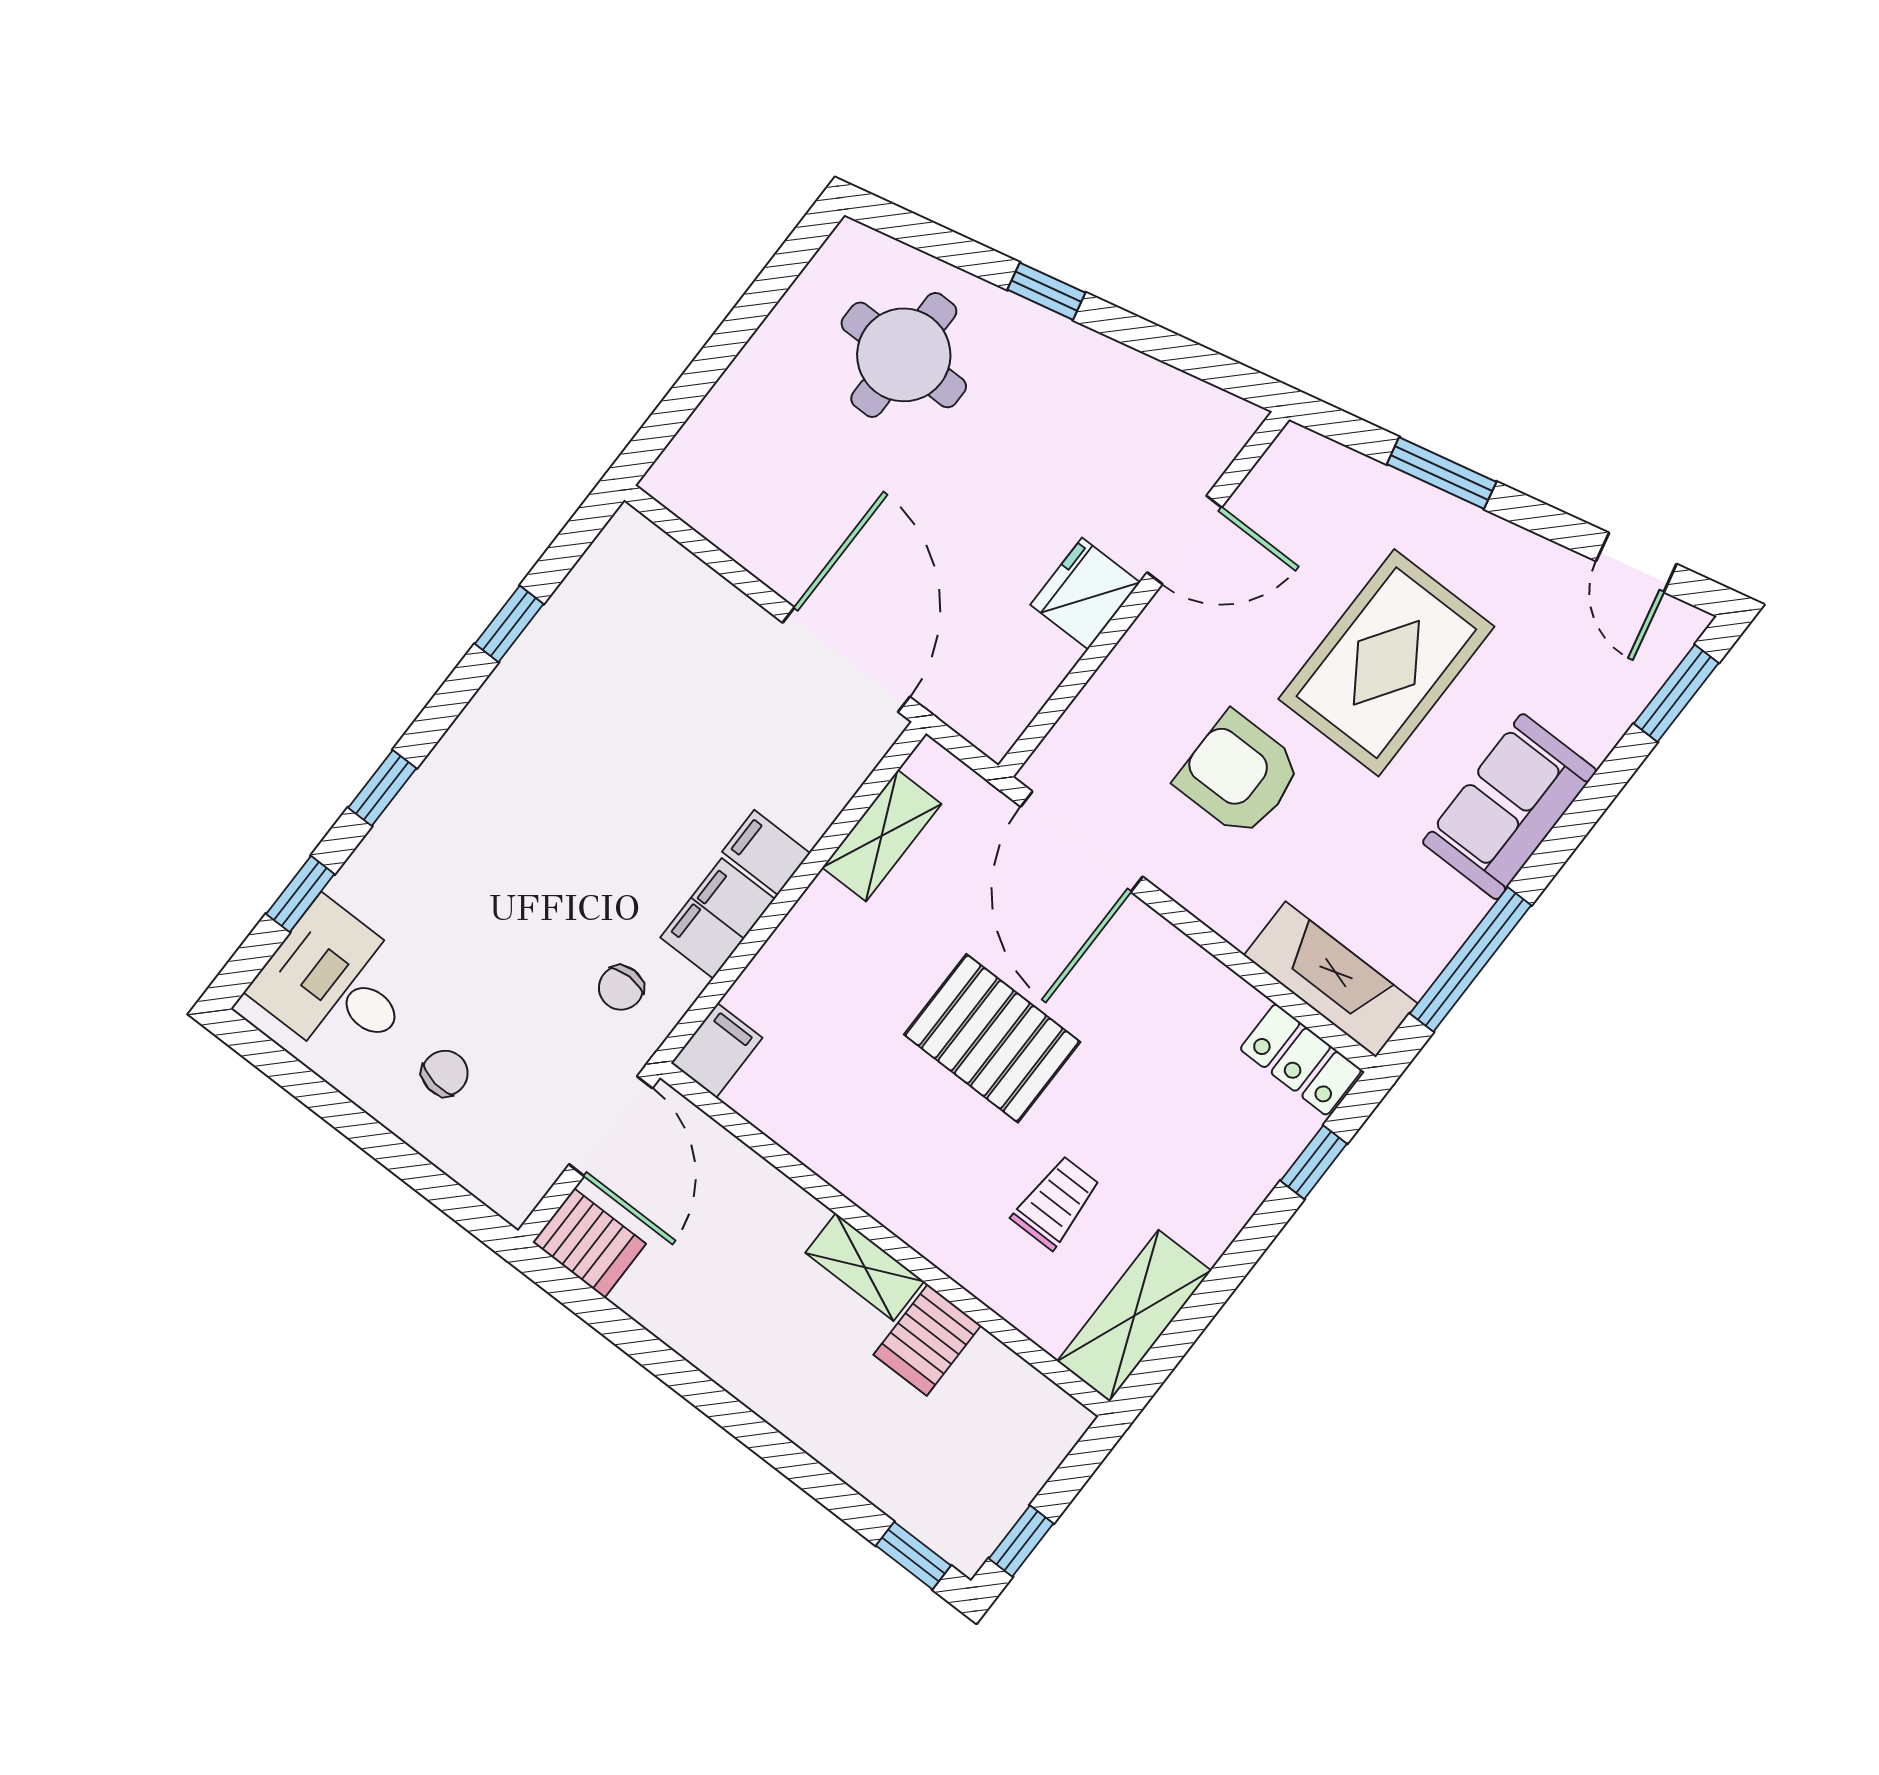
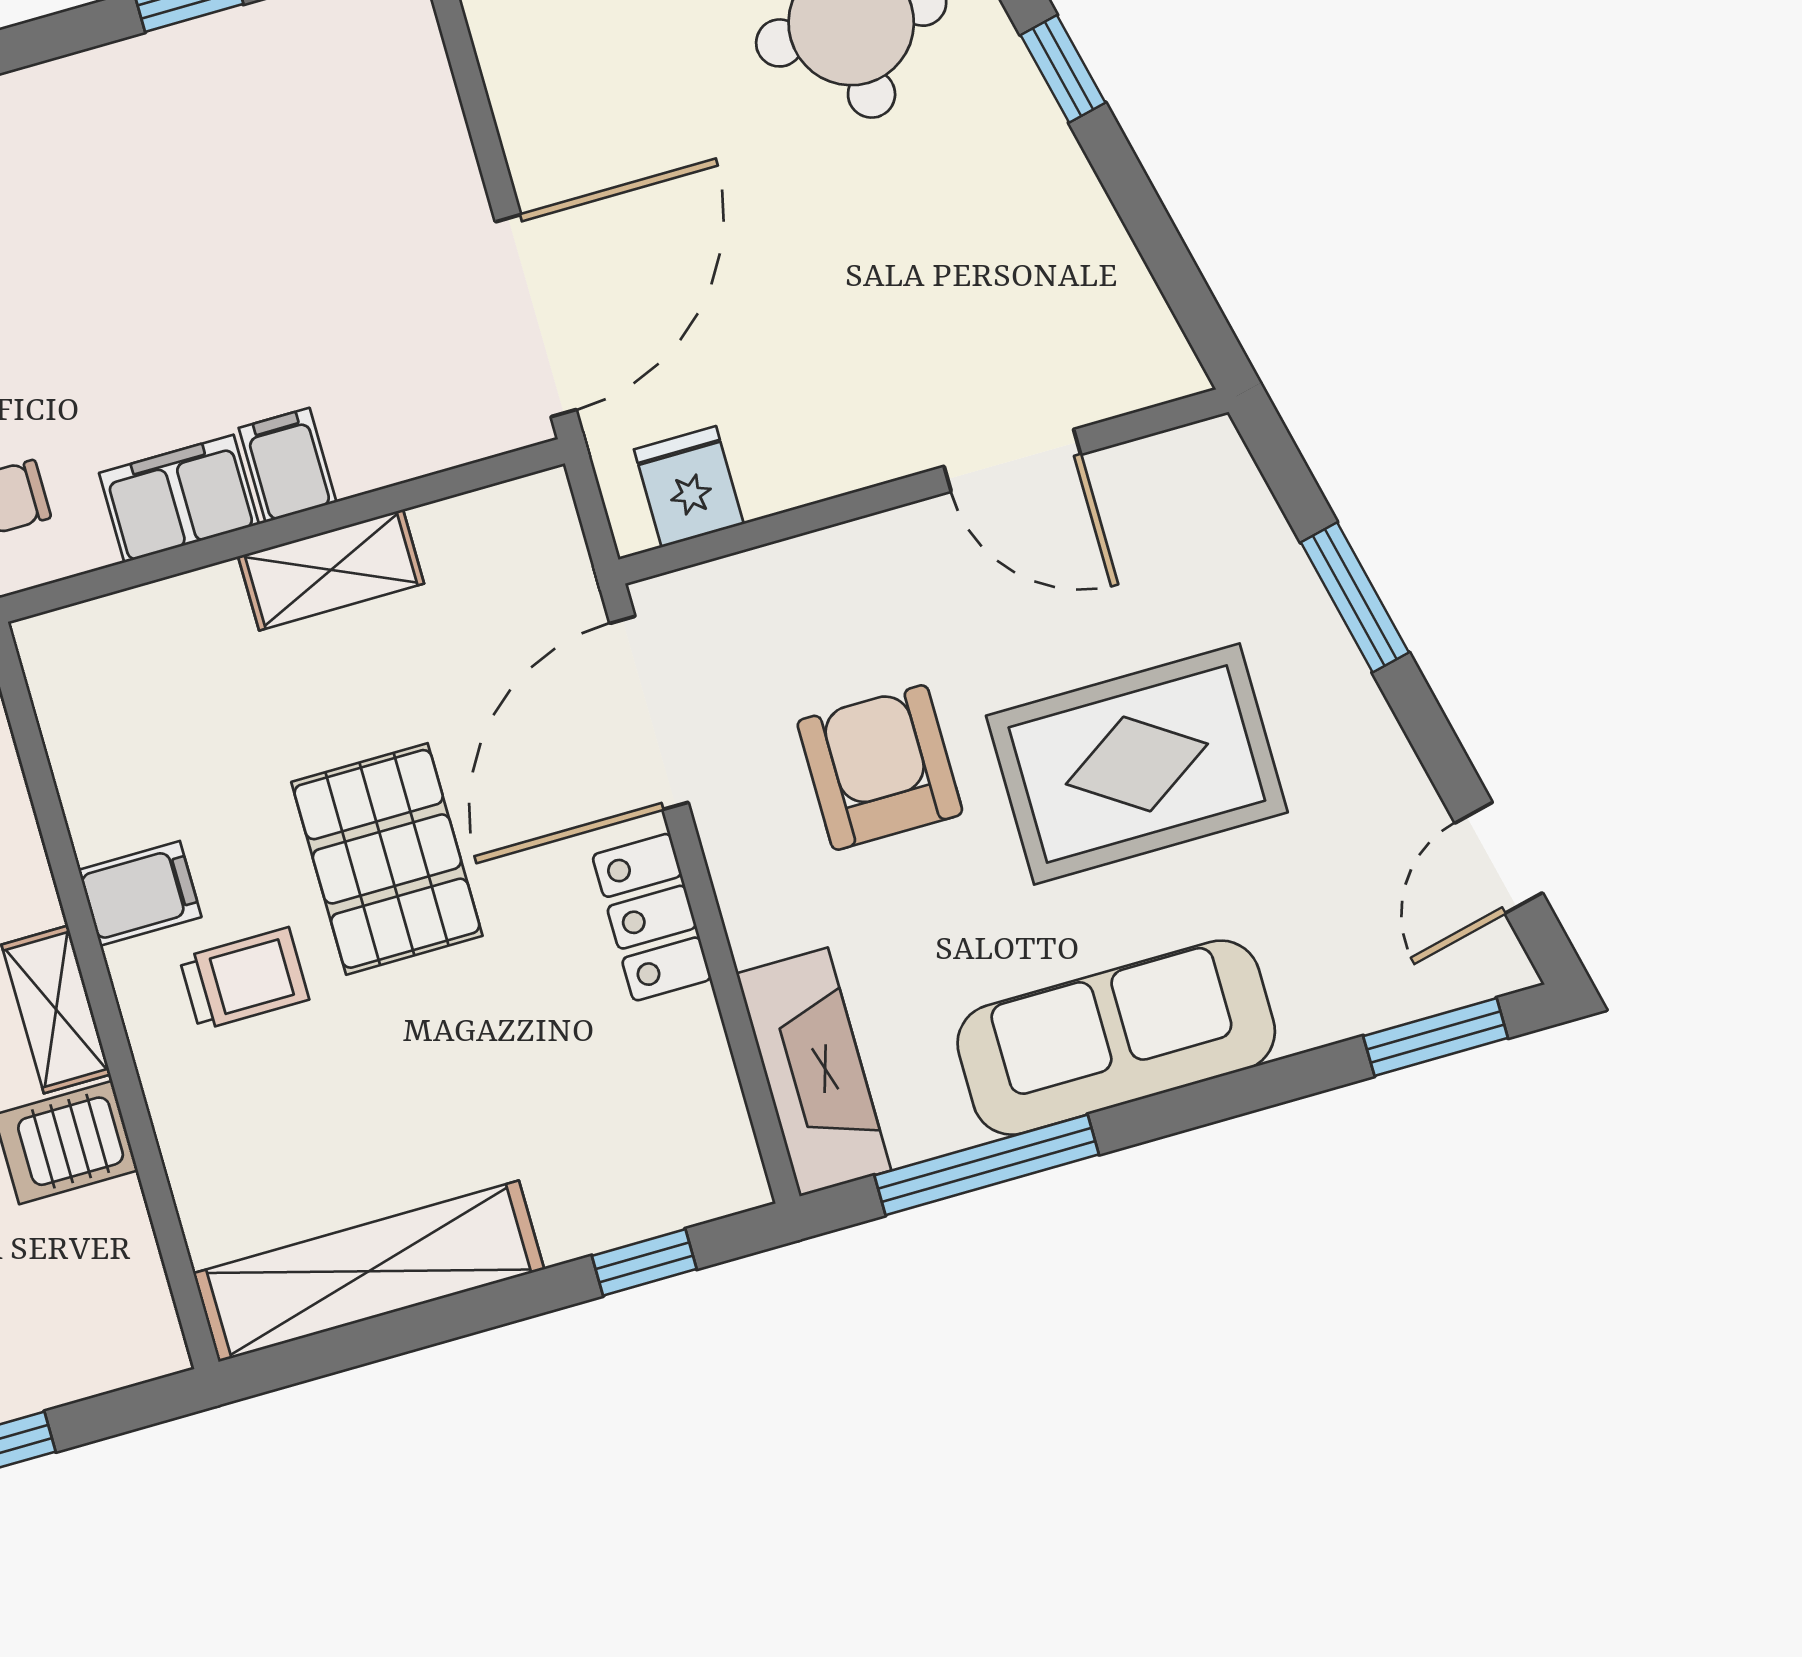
fridge: (1085, 594) -> (689, 487), moved, width x0.72
sofa: (1509, 807) -> (1116, 1038), width x1.36
shelving: (882, 836) -> (331, 570), moved
filing cabinet: (717, 1050) -> (140, 893), moved
locker: (1301, 1060) -> (652, 917), moved
trolley: (1056, 1202) -> (244, 979), moved
shelving: (1134, 1316) -> (369, 1271), width x1.47

